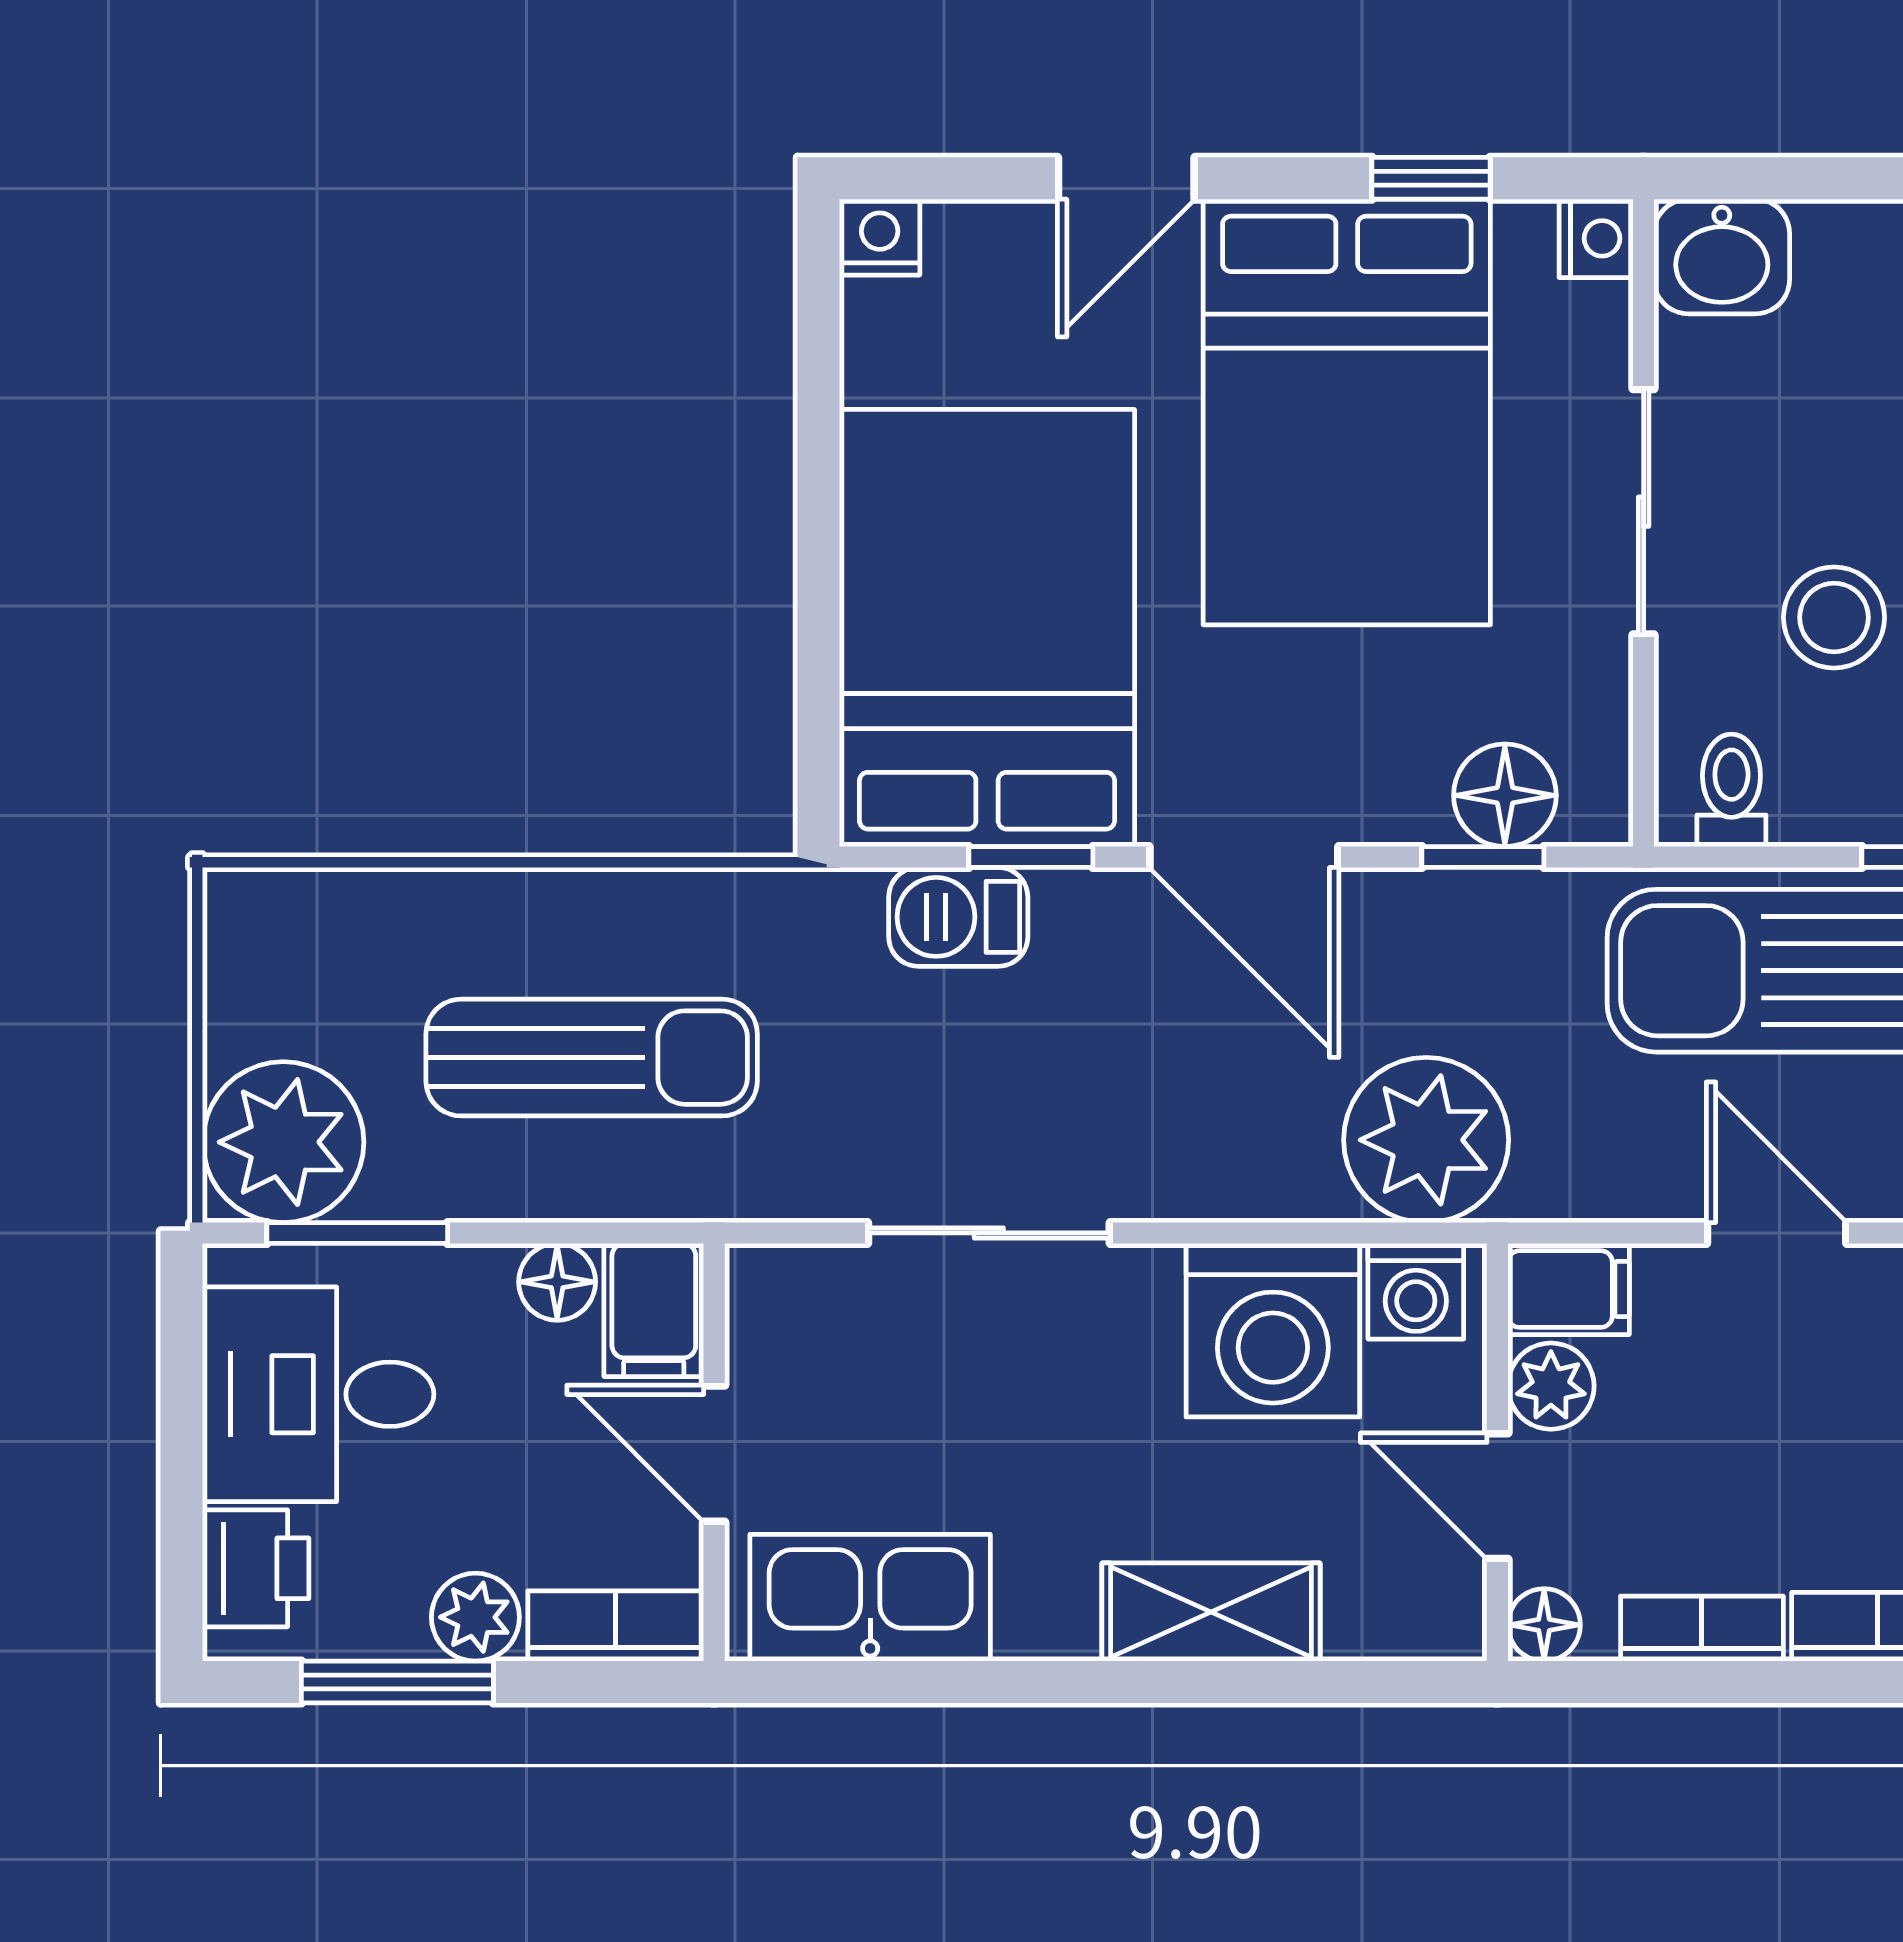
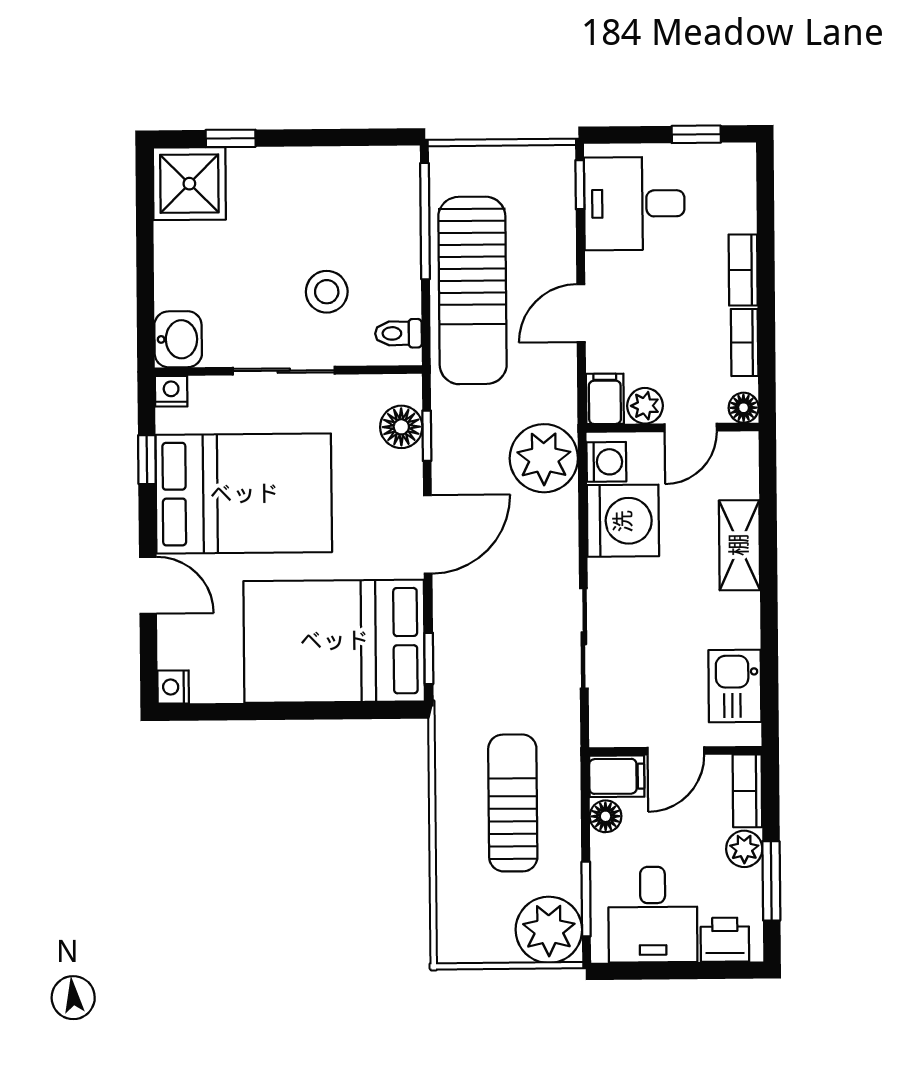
window: (1031, 857) -> (429, 658), moved
barbecue: (958, 917) -> (453, 652), removed
kitchen sink: (870, 1598) -> (735, 686), width x0.73

